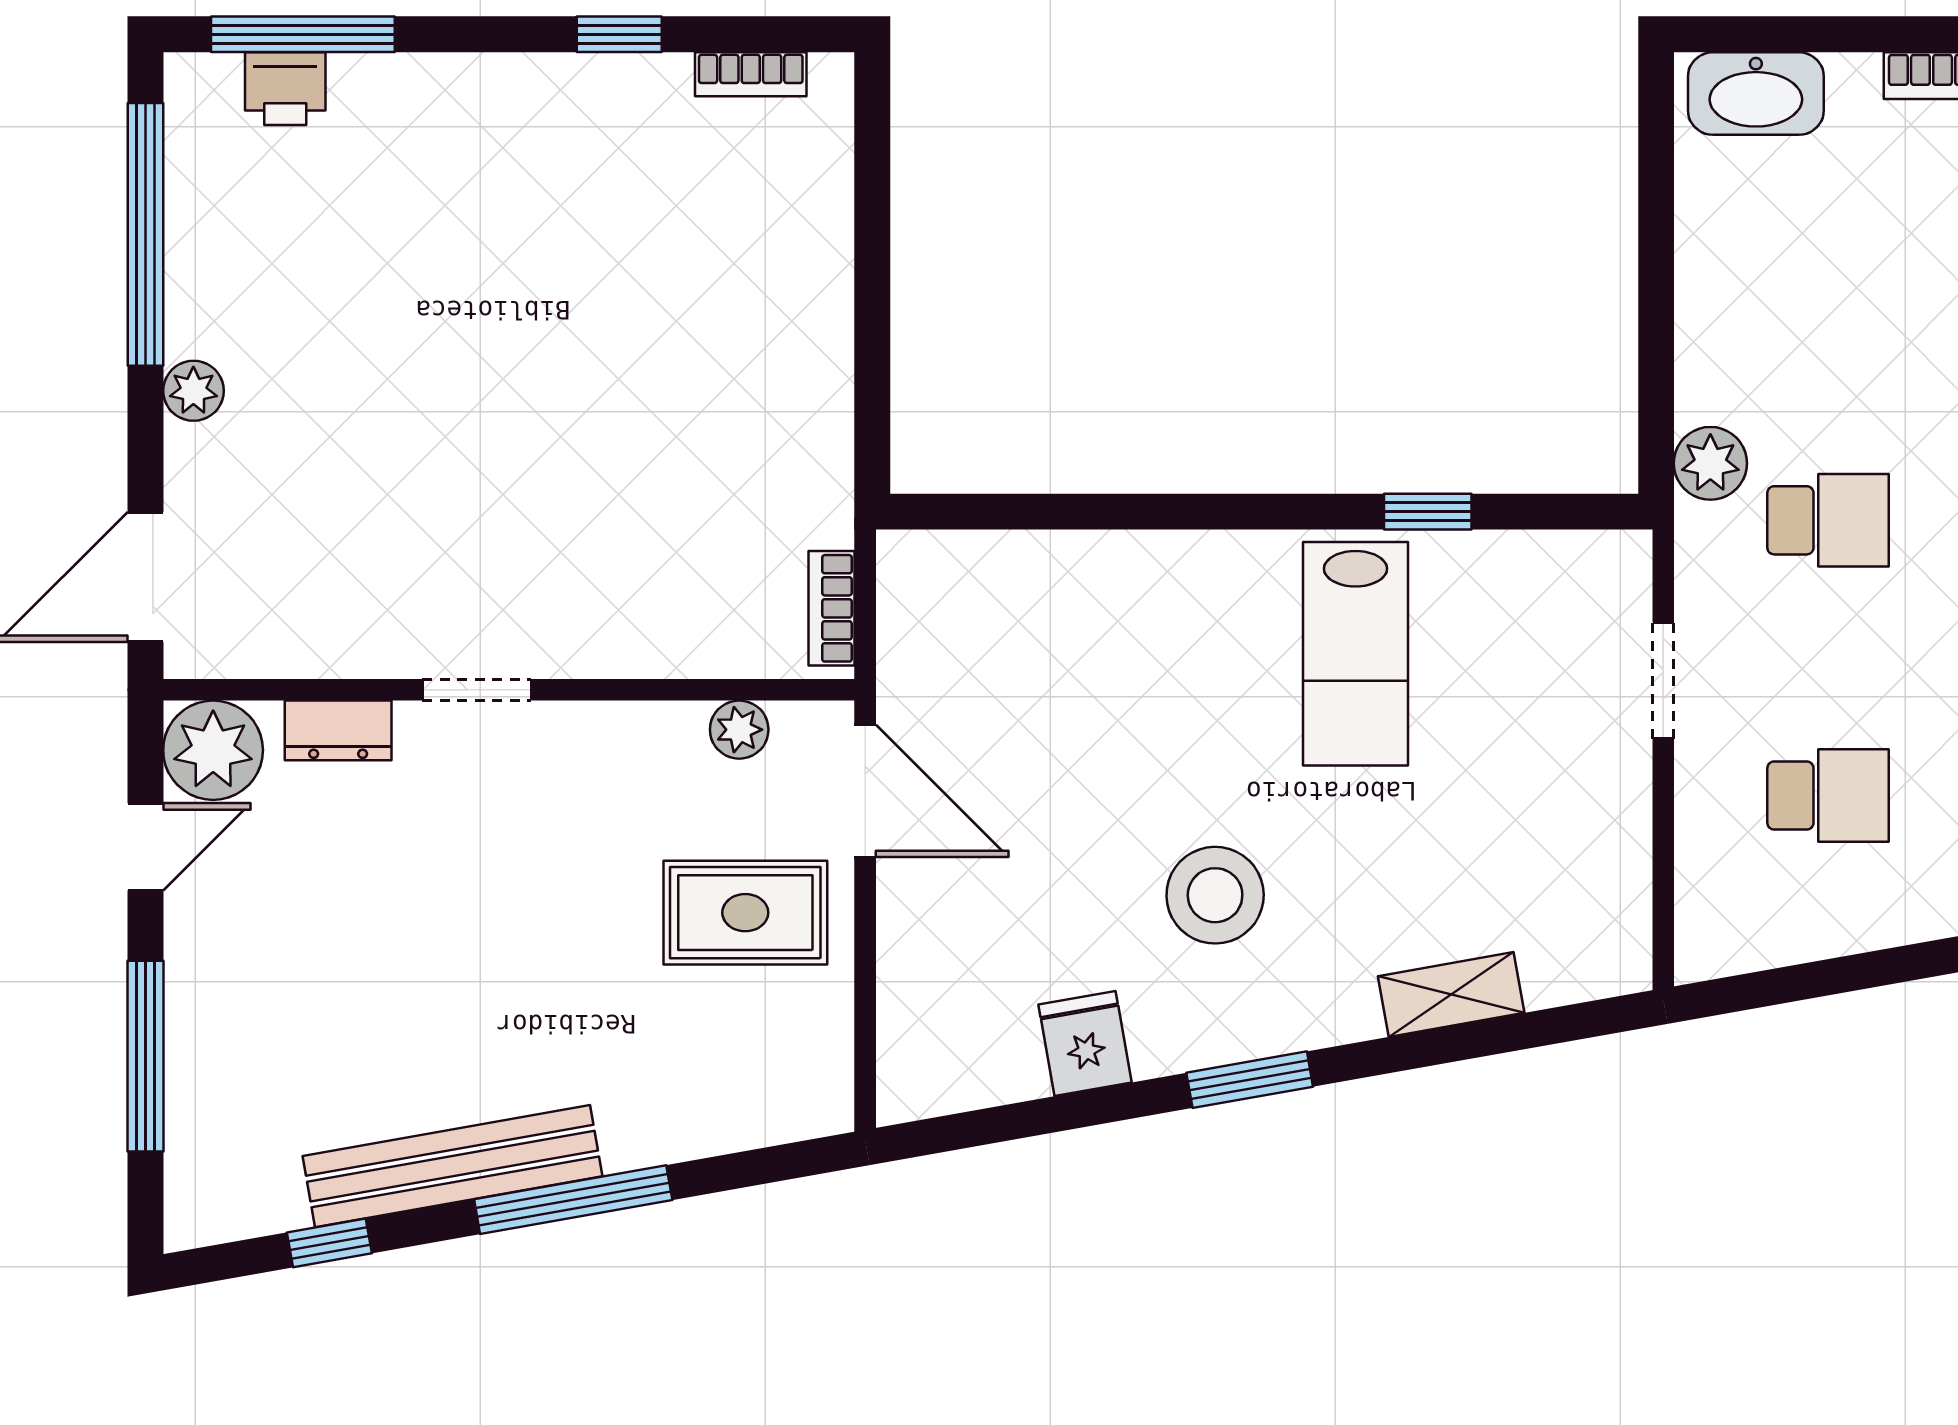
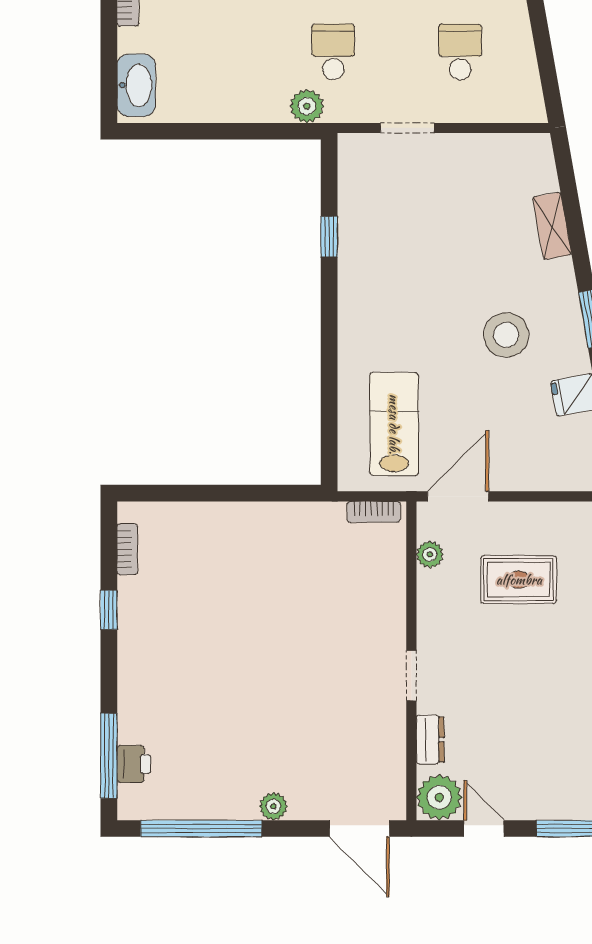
lab bench: (1355, 654) -> (394, 424), moved, turned -90
rug: (745, 913) -> (519, 580), moved, turned 90

